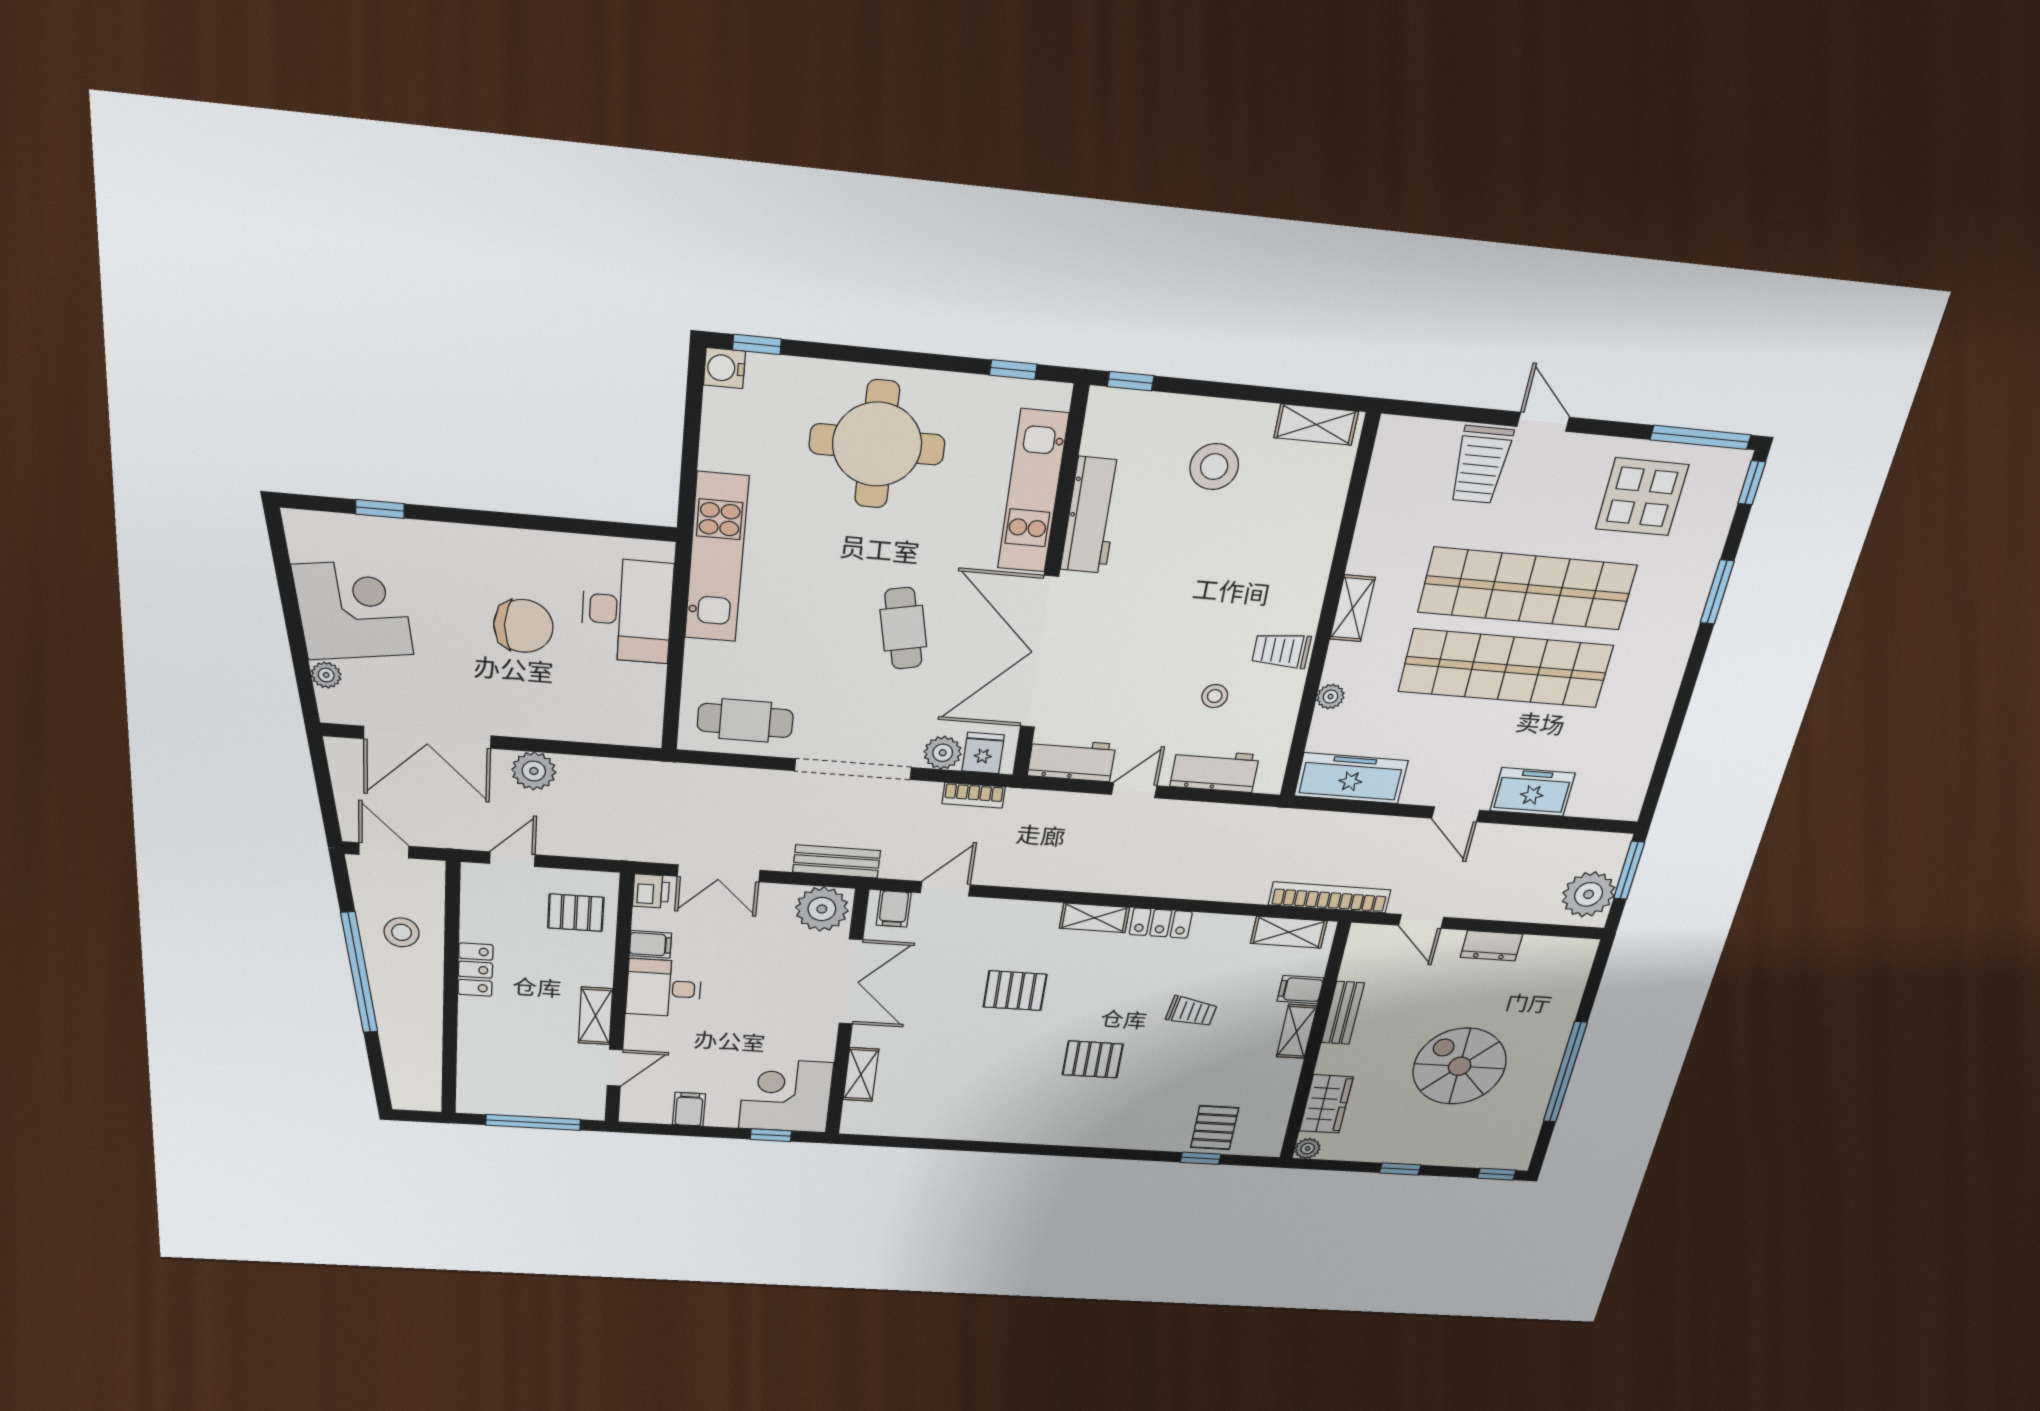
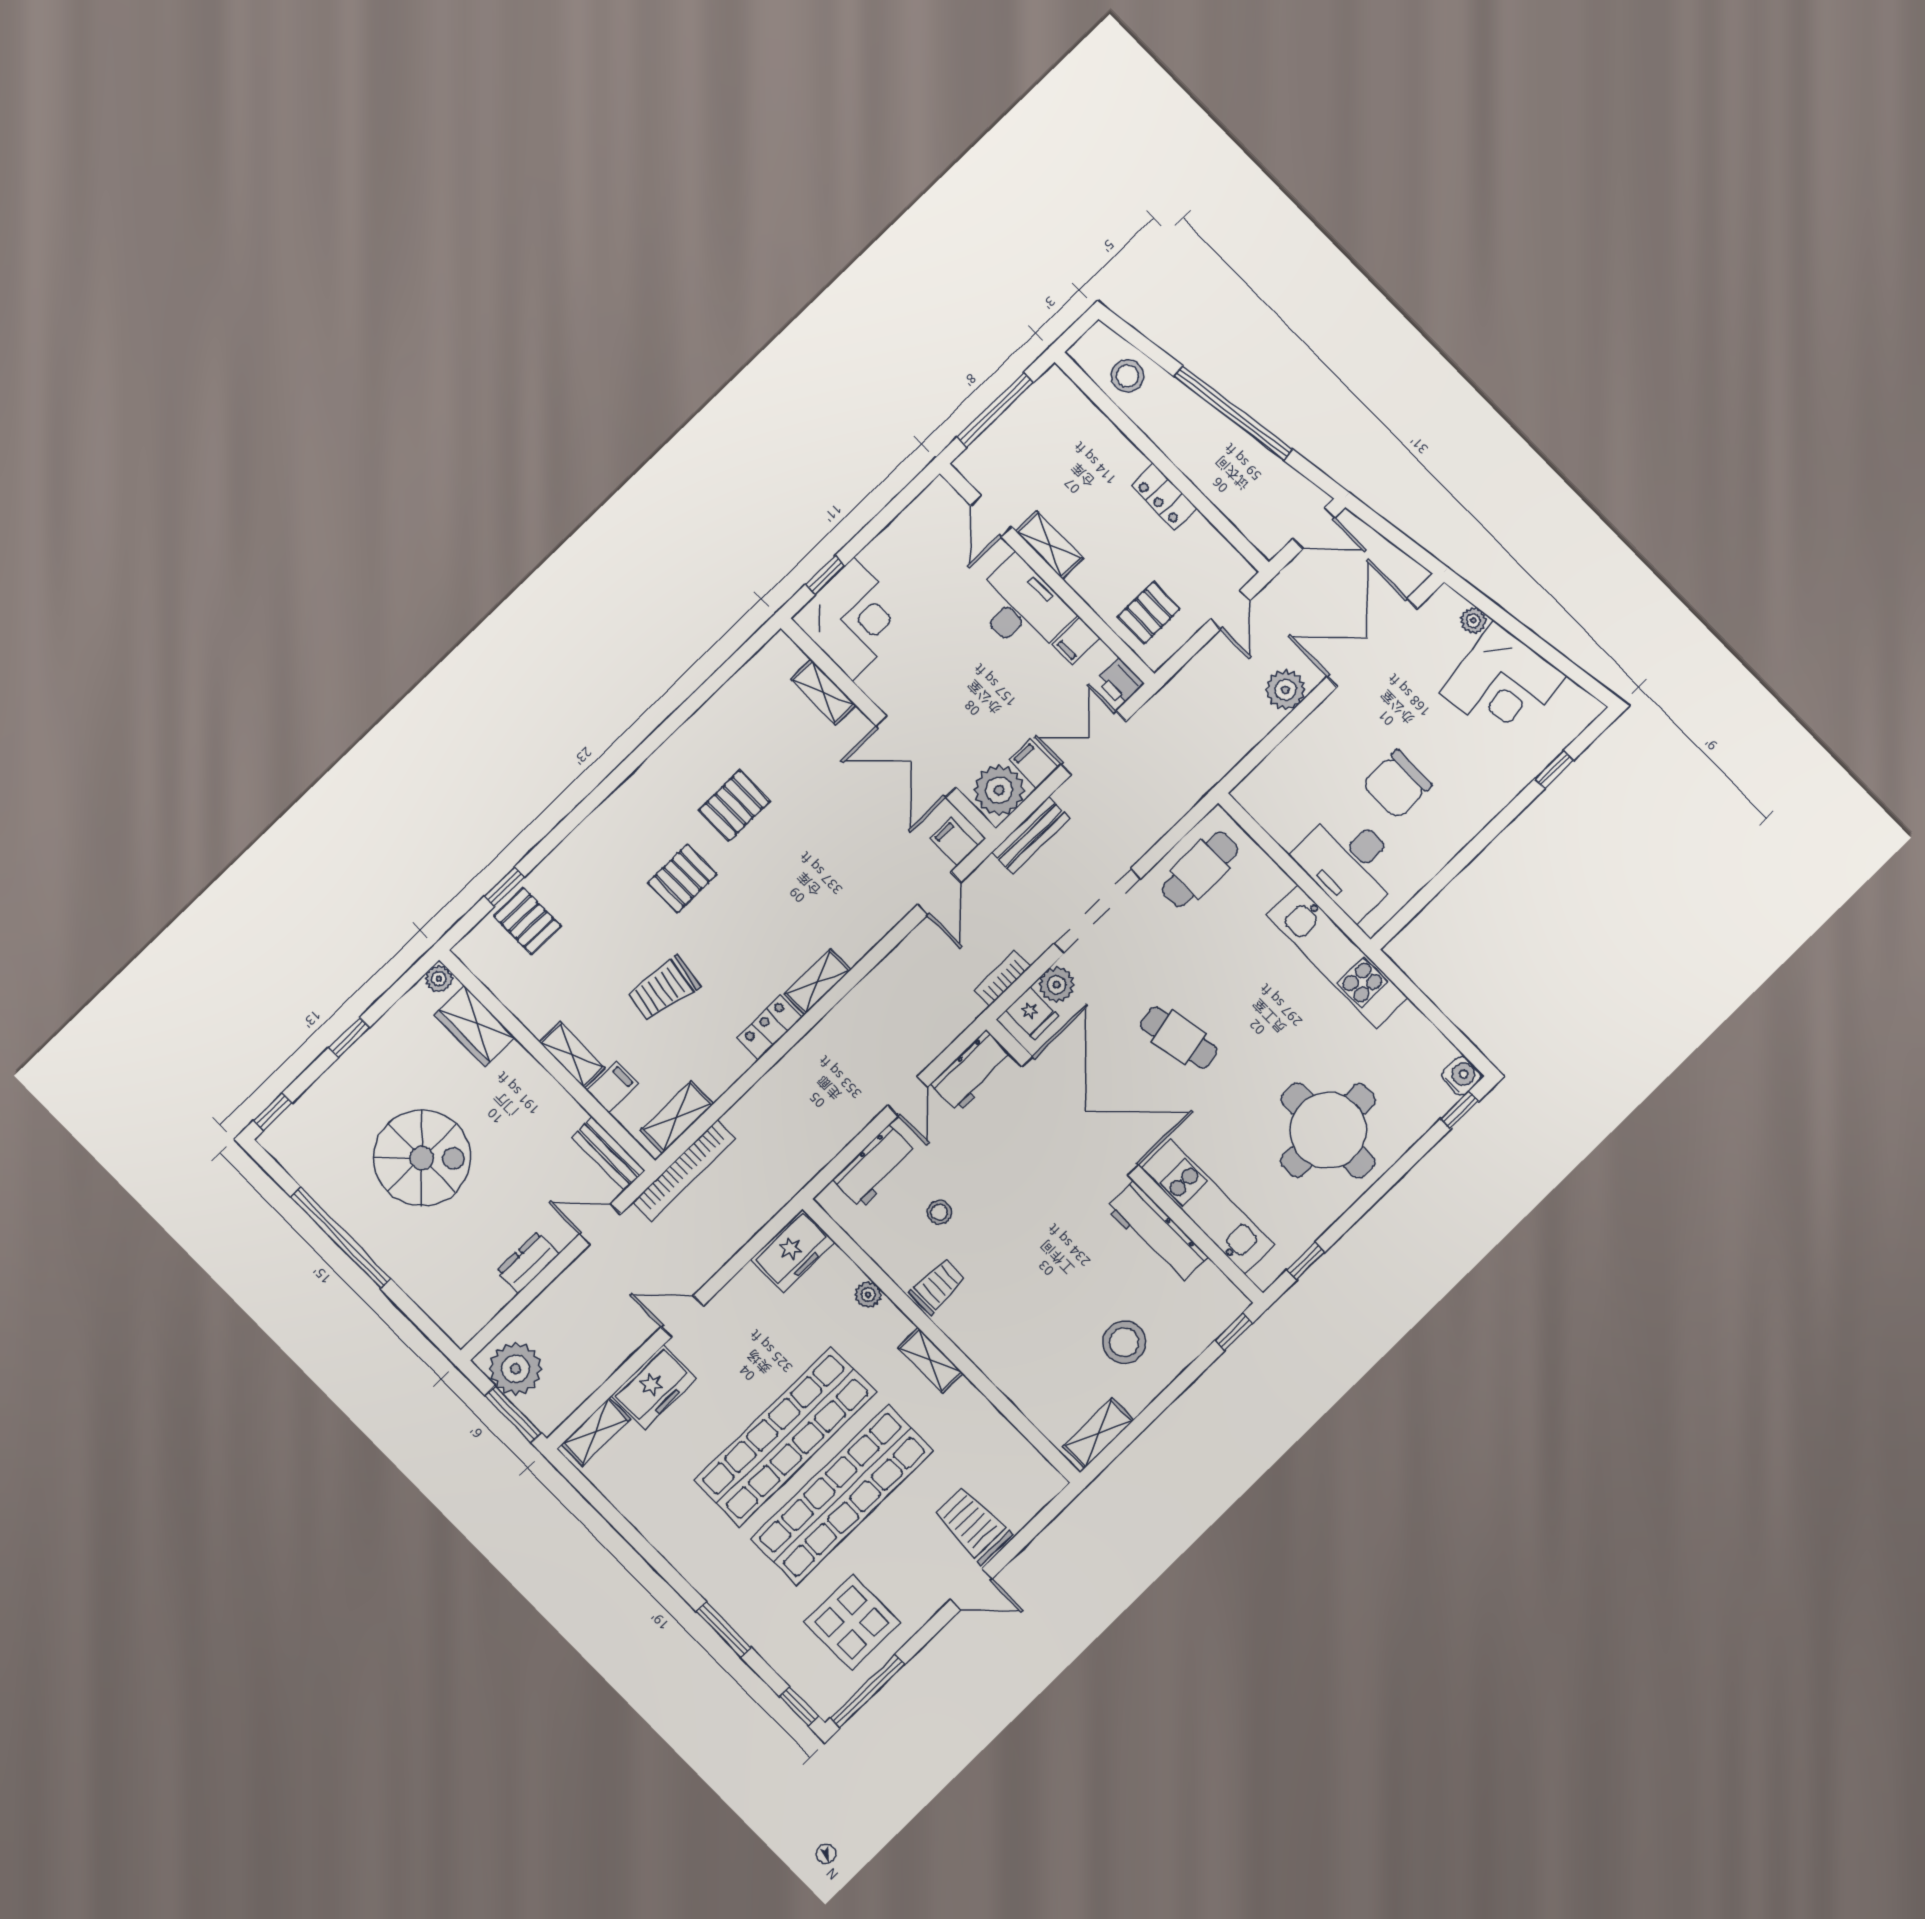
freezer: (1351, 778) -> (793, 1251), width x0.71
shelving: (1603, 805) -> (596, 1432), added
stool: (402, 932) -> (1127, 376), moved
desk: (664, 988) -> (1022, 607), width x1.37
pallet: (1015, 991) -> (734, 806), moved
trolley: (1191, 1012) -> (663, 989), width x1.36, depth x1.39
bench: (1343, 1013) -> (608, 1154), moved
filing cabinet: (689, 1109) -> (1034, 764), moved, turned 180

